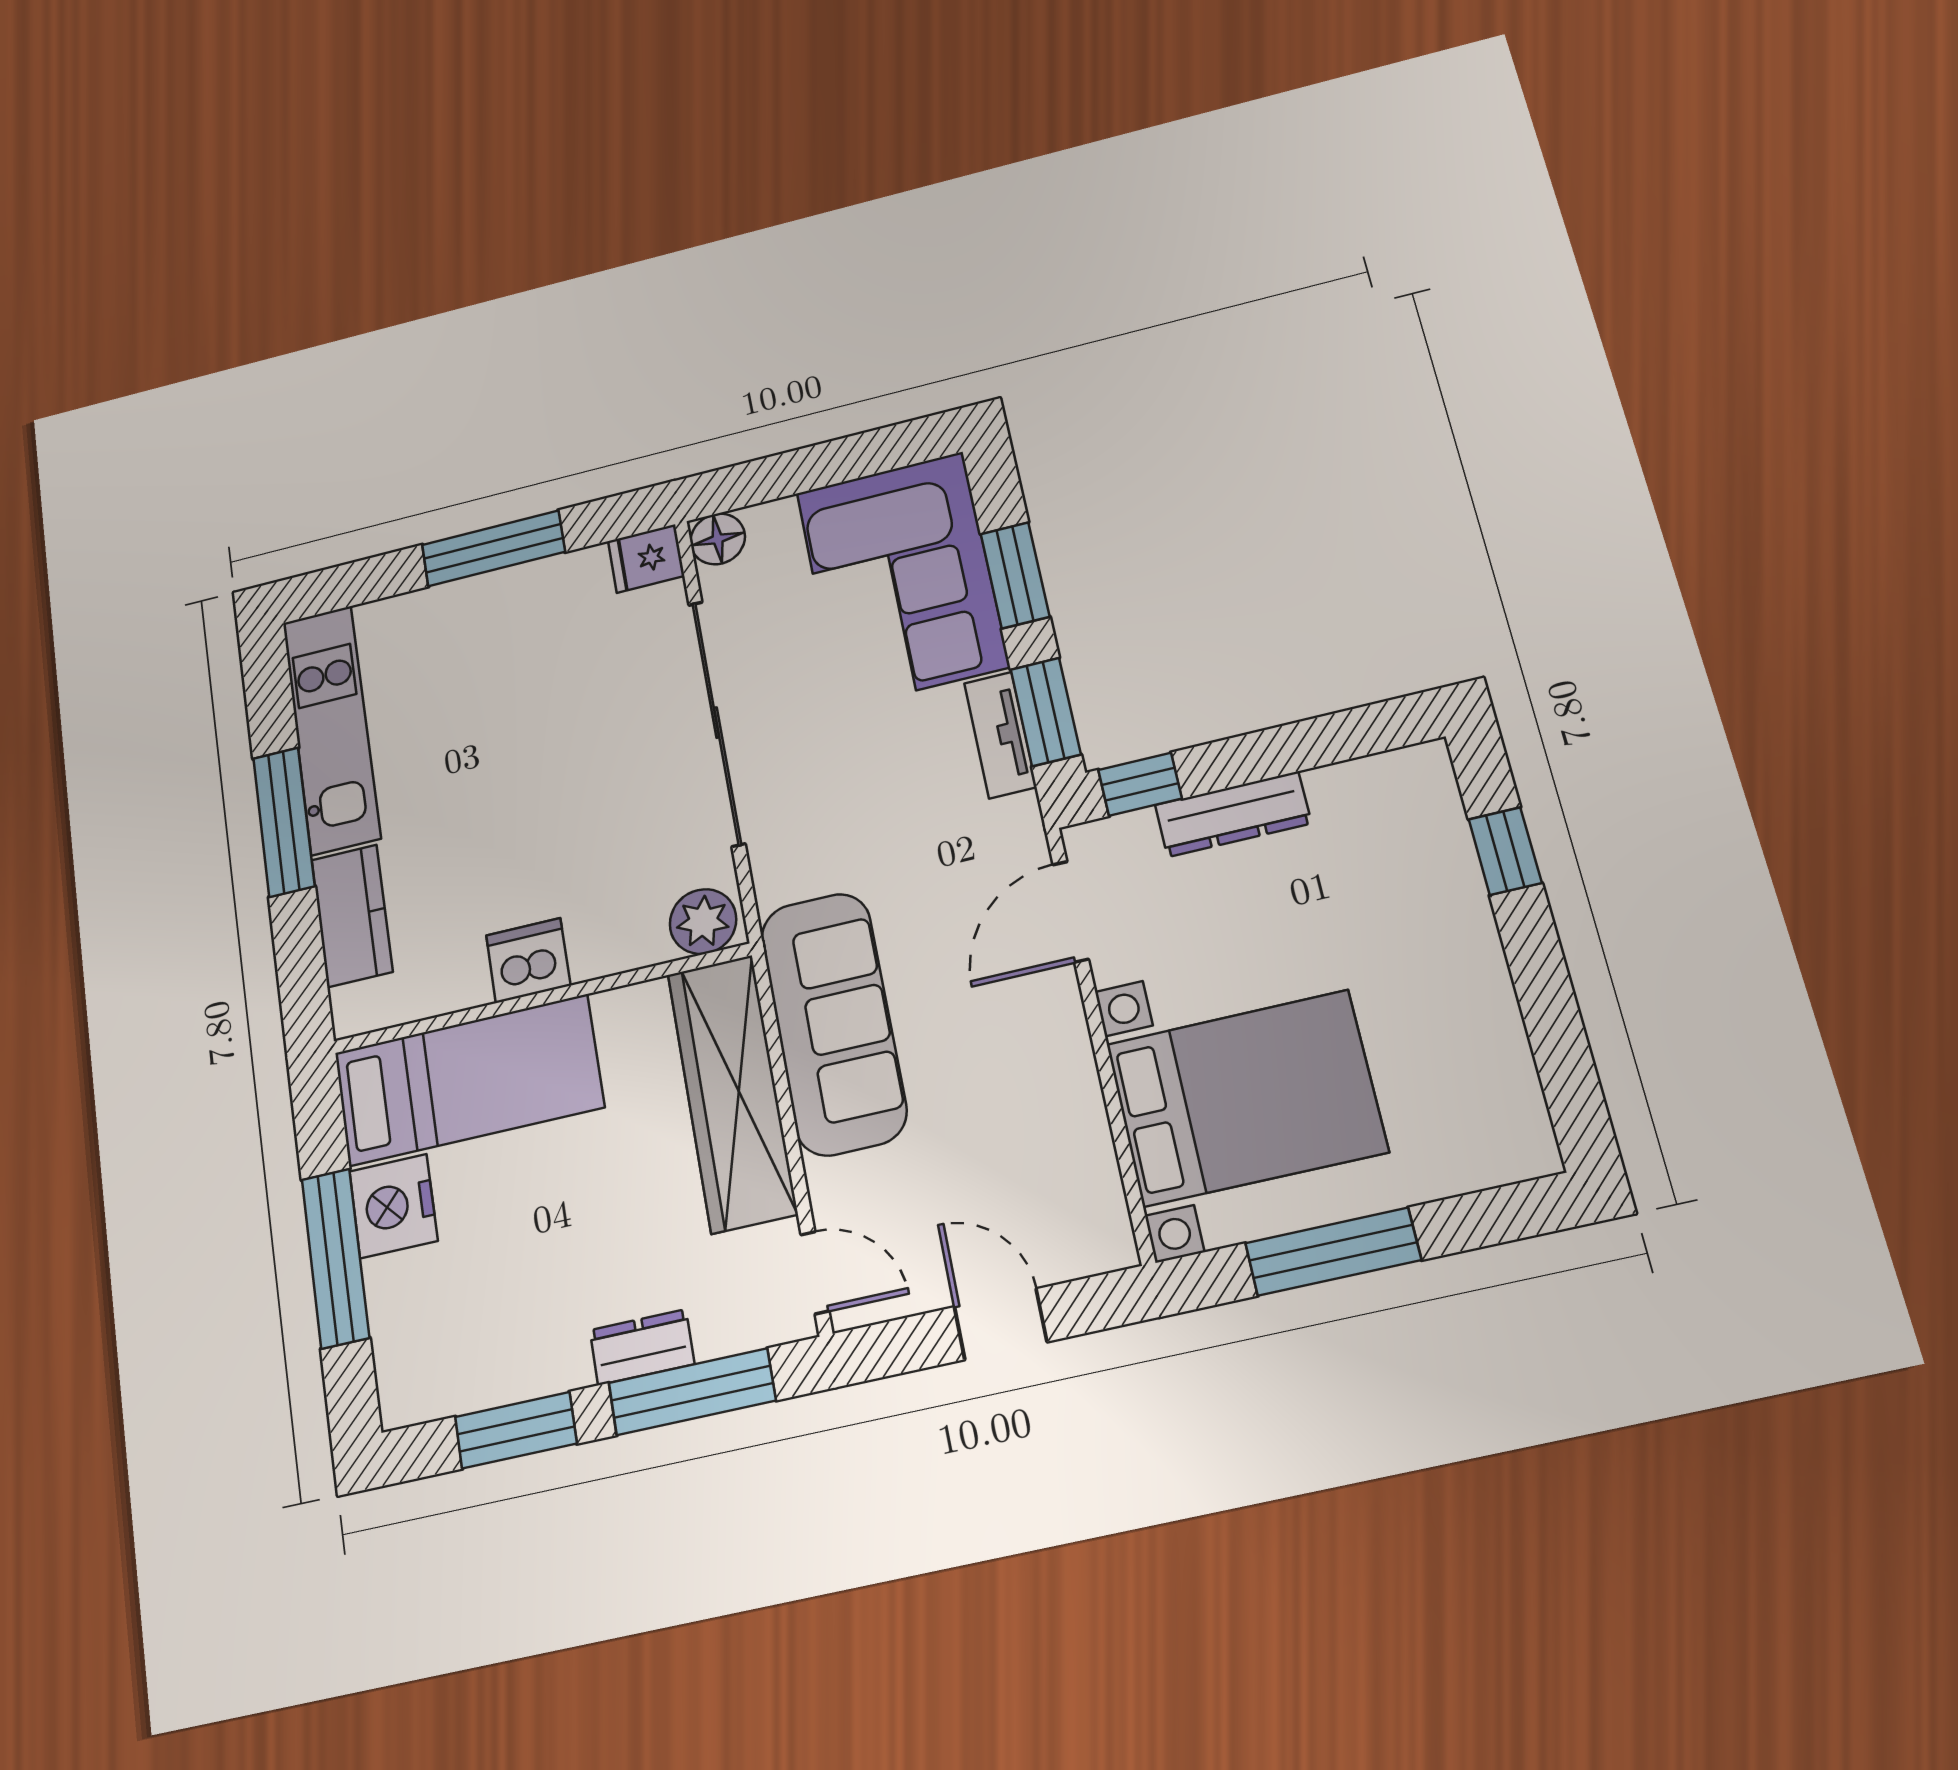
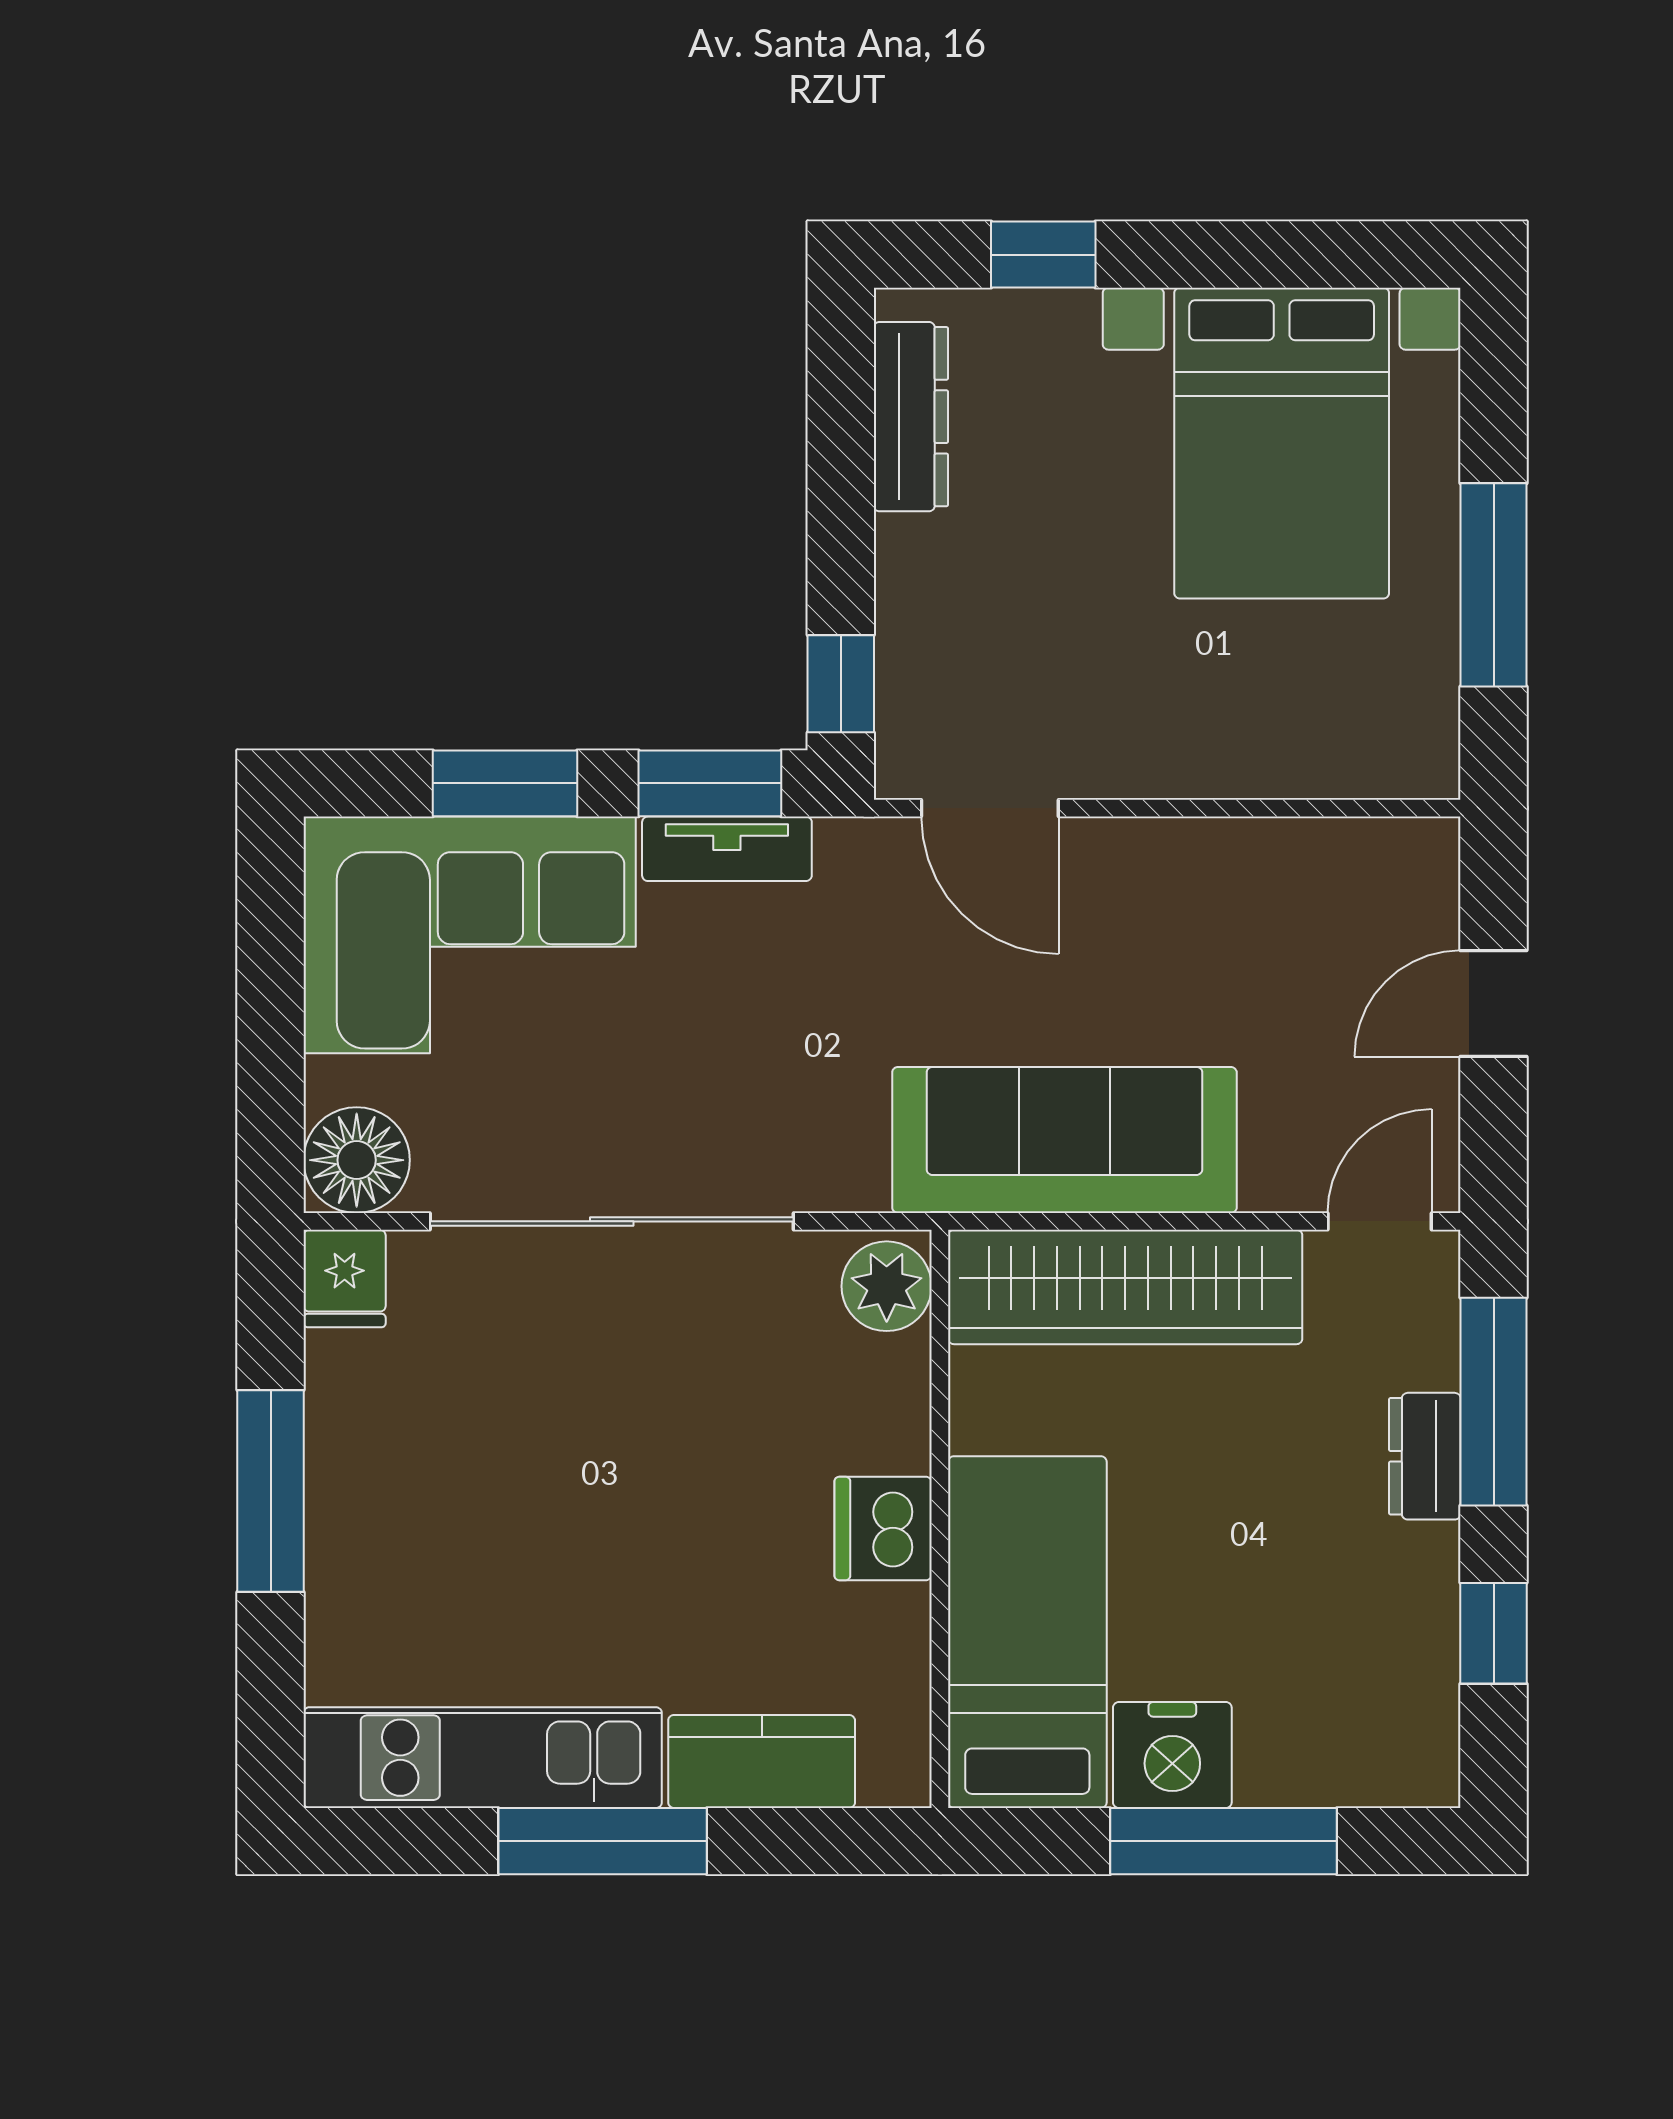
floor lamp: (718, 539) -> (357, 1160), width x1.38, depth x1.38
dresser: (1233, 814) -> (911, 417), moved
bed with nightstands: (1246, 1098) -> (1282, 443), moved, turned 180
window: (516, 1430) -> (1494, 1633), width x0.67

